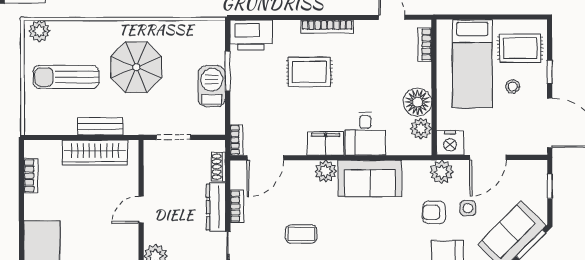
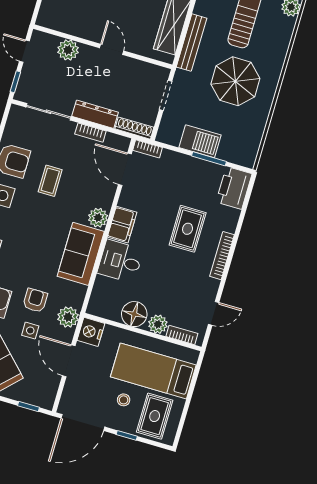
bench: (100, 126) -> (191, 43), width x1.36
plant: (421, 128) -> (158, 324), moved
shoe rack: (218, 167) -> (134, 128), width x1.43

